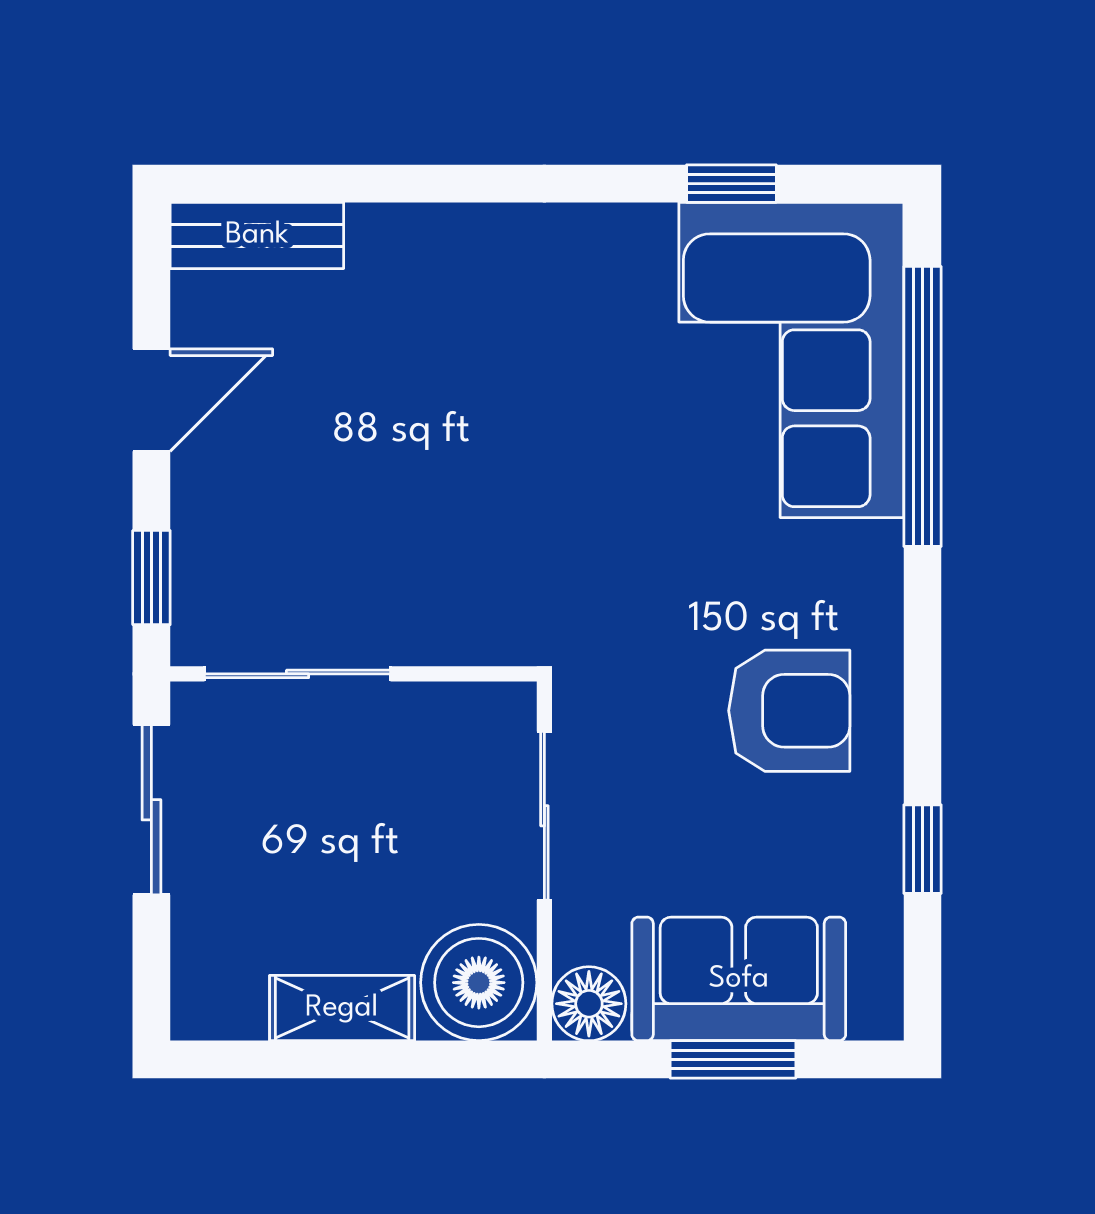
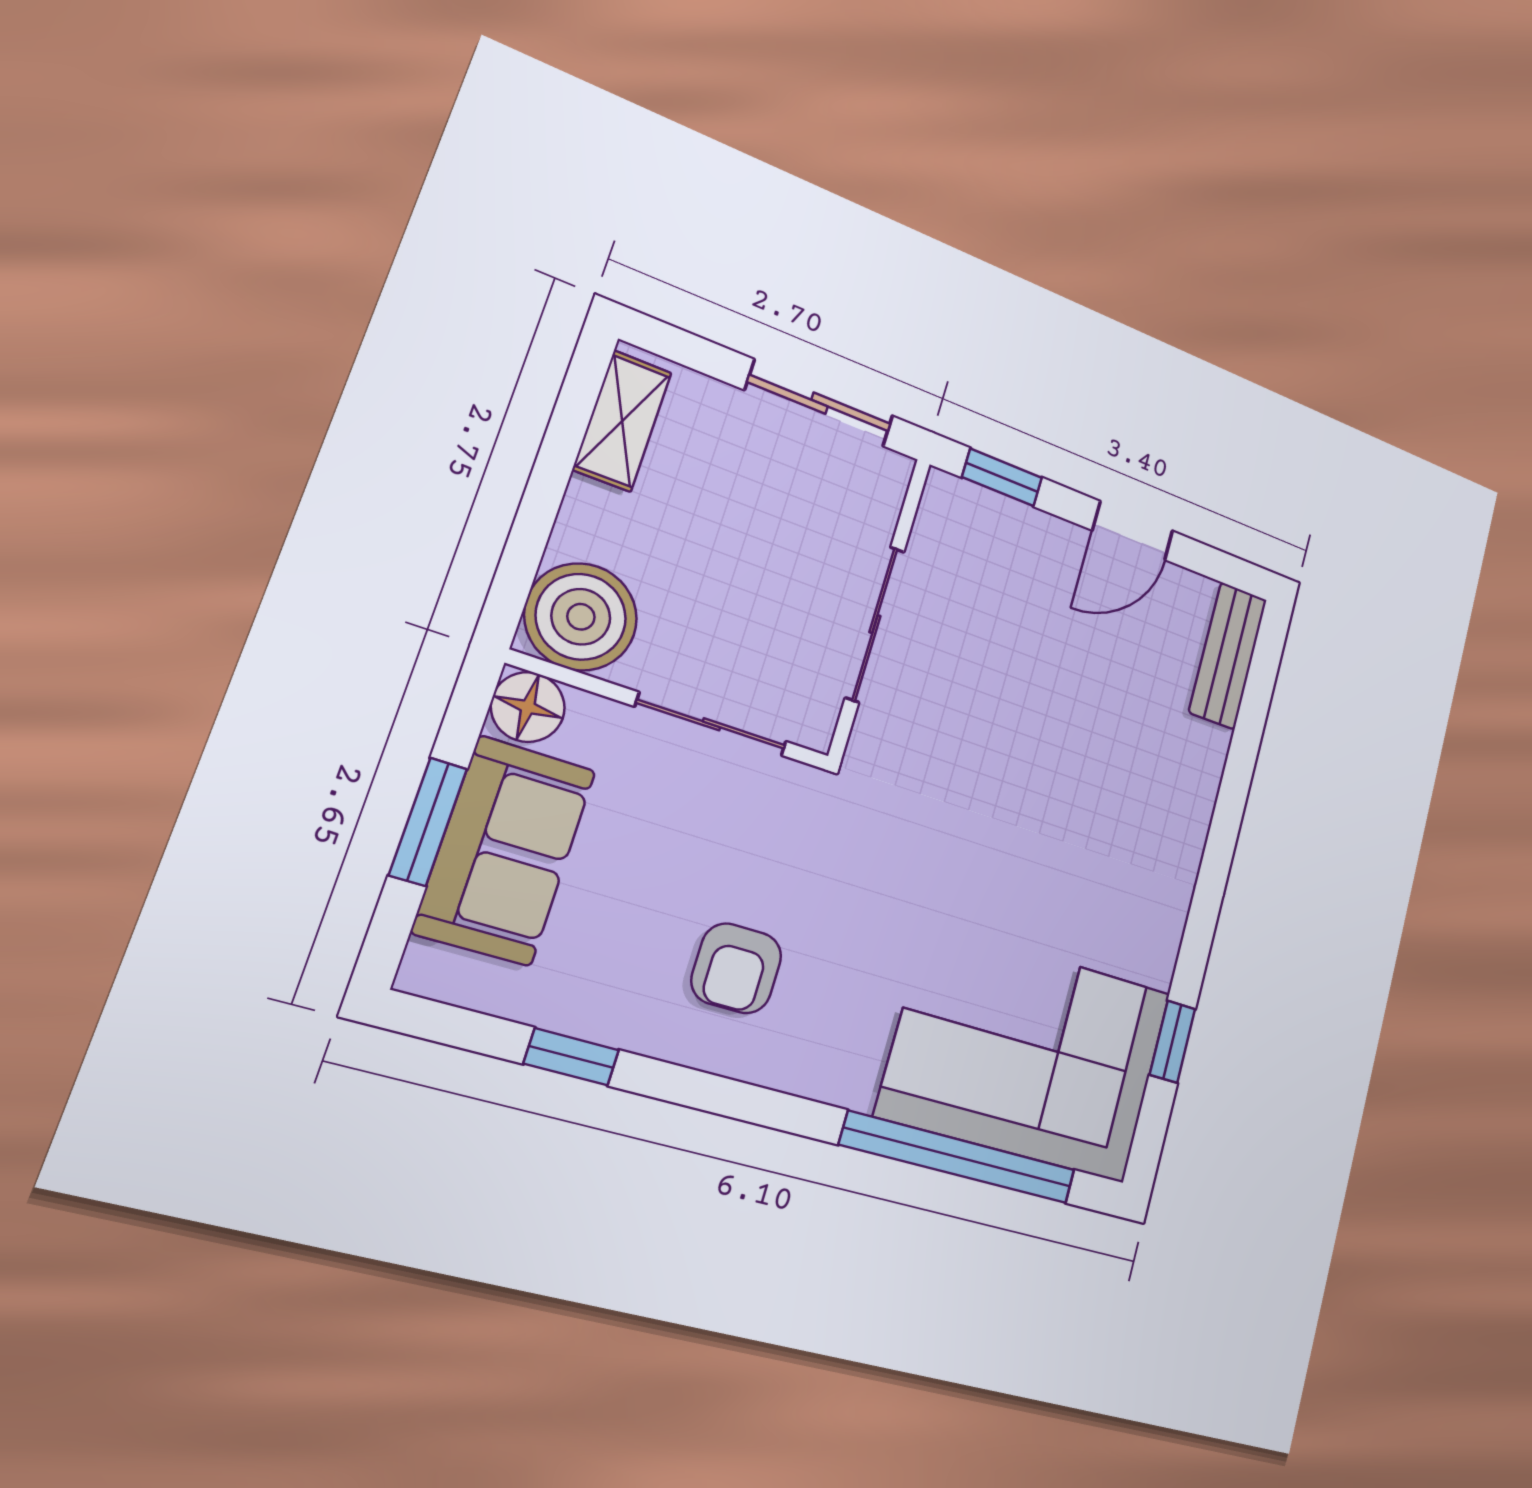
door: (151, 400) -> (1133, 531), hinge flipped
sliding door: (298, 674) -> (875, 624), moved
armchair: (789, 711) -> (736, 968), width x0.72, depth x0.72
shelving: (342, 1008) -> (622, 421), moved

